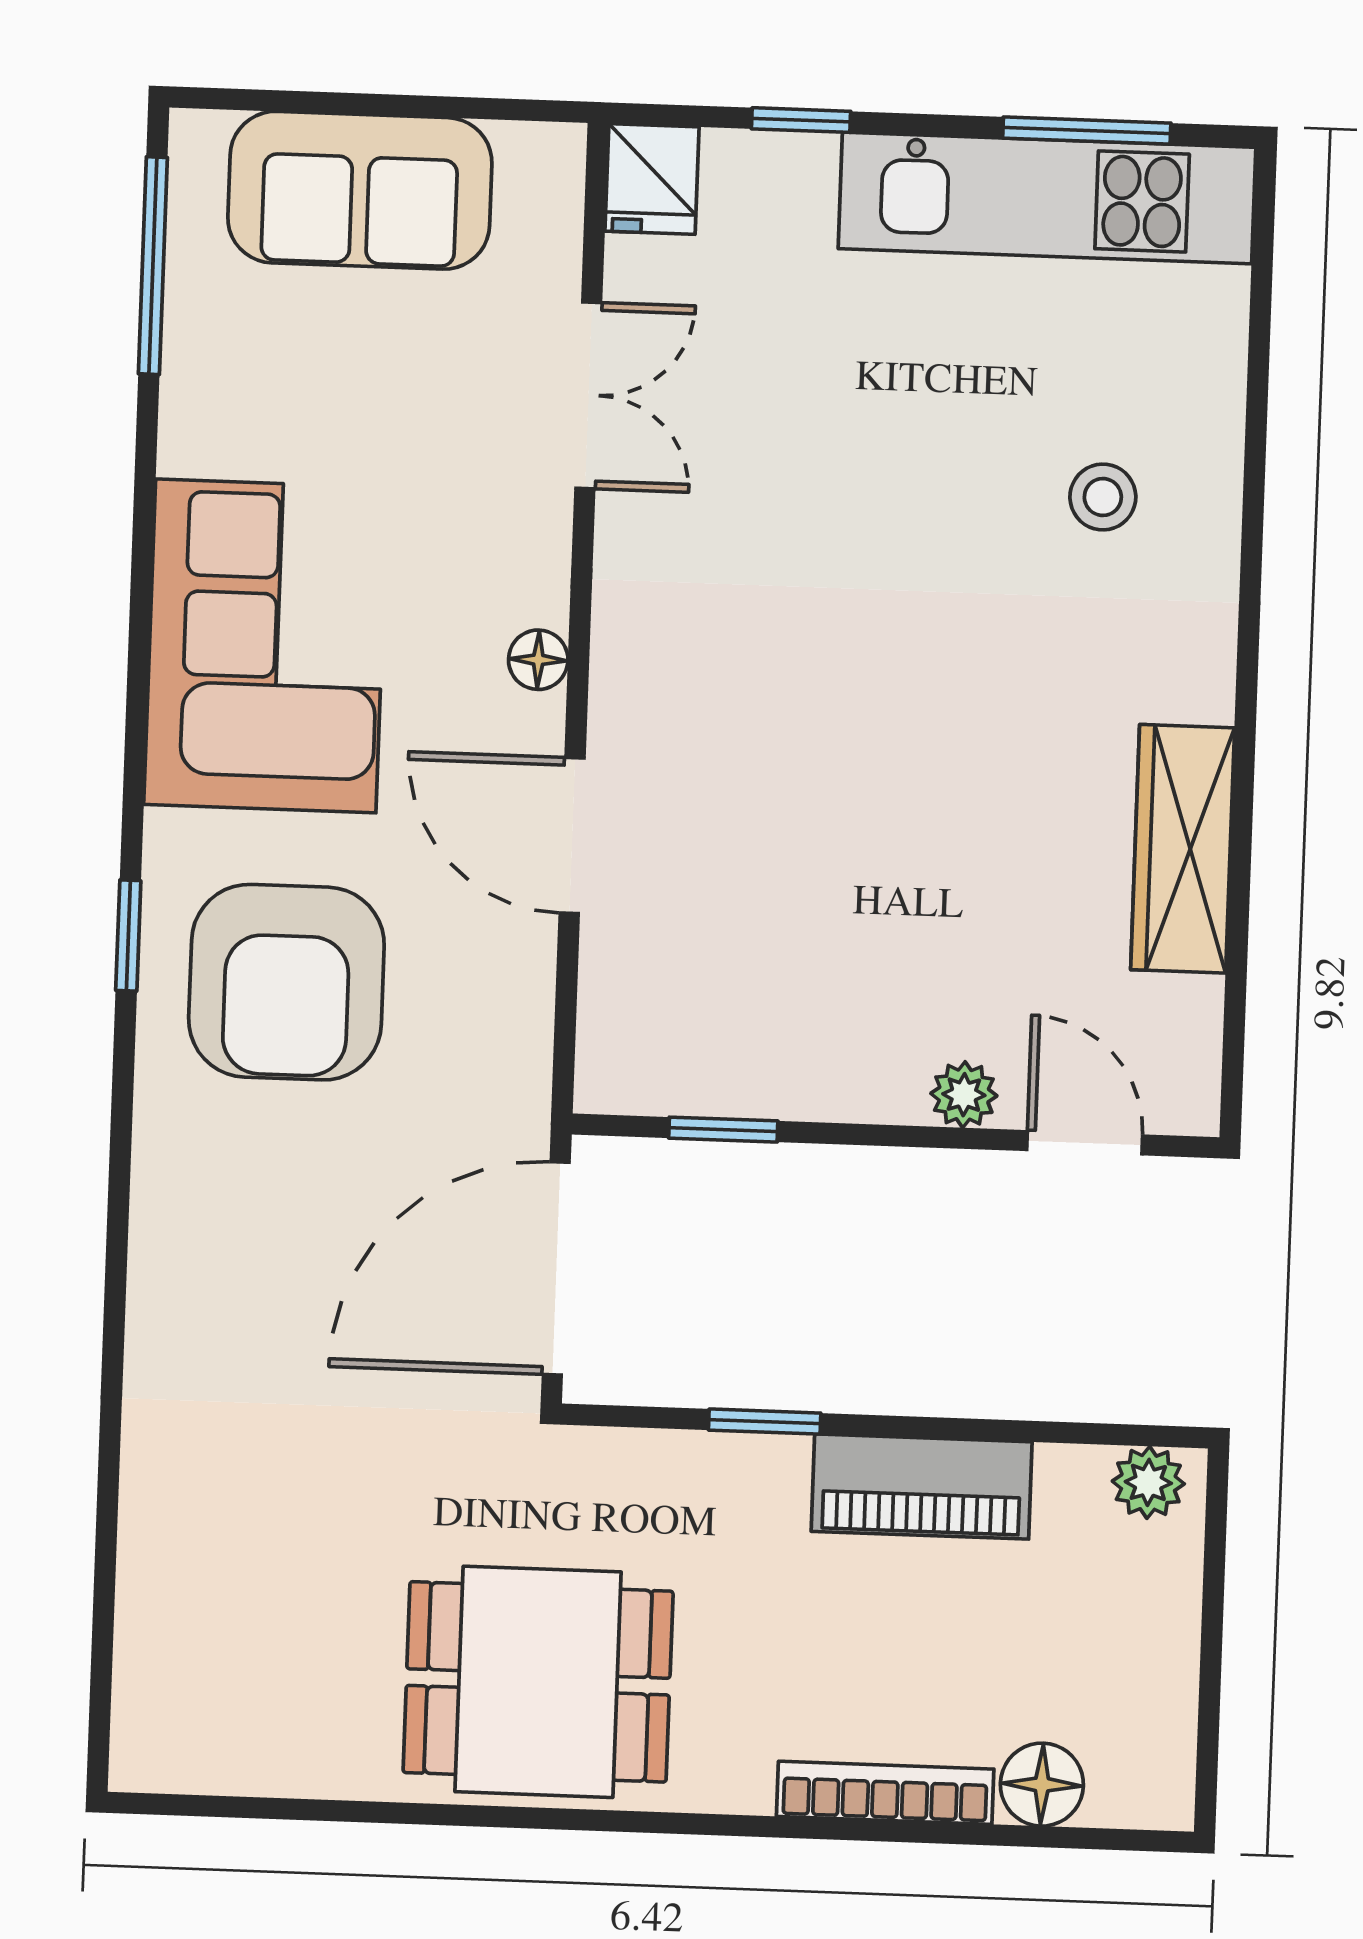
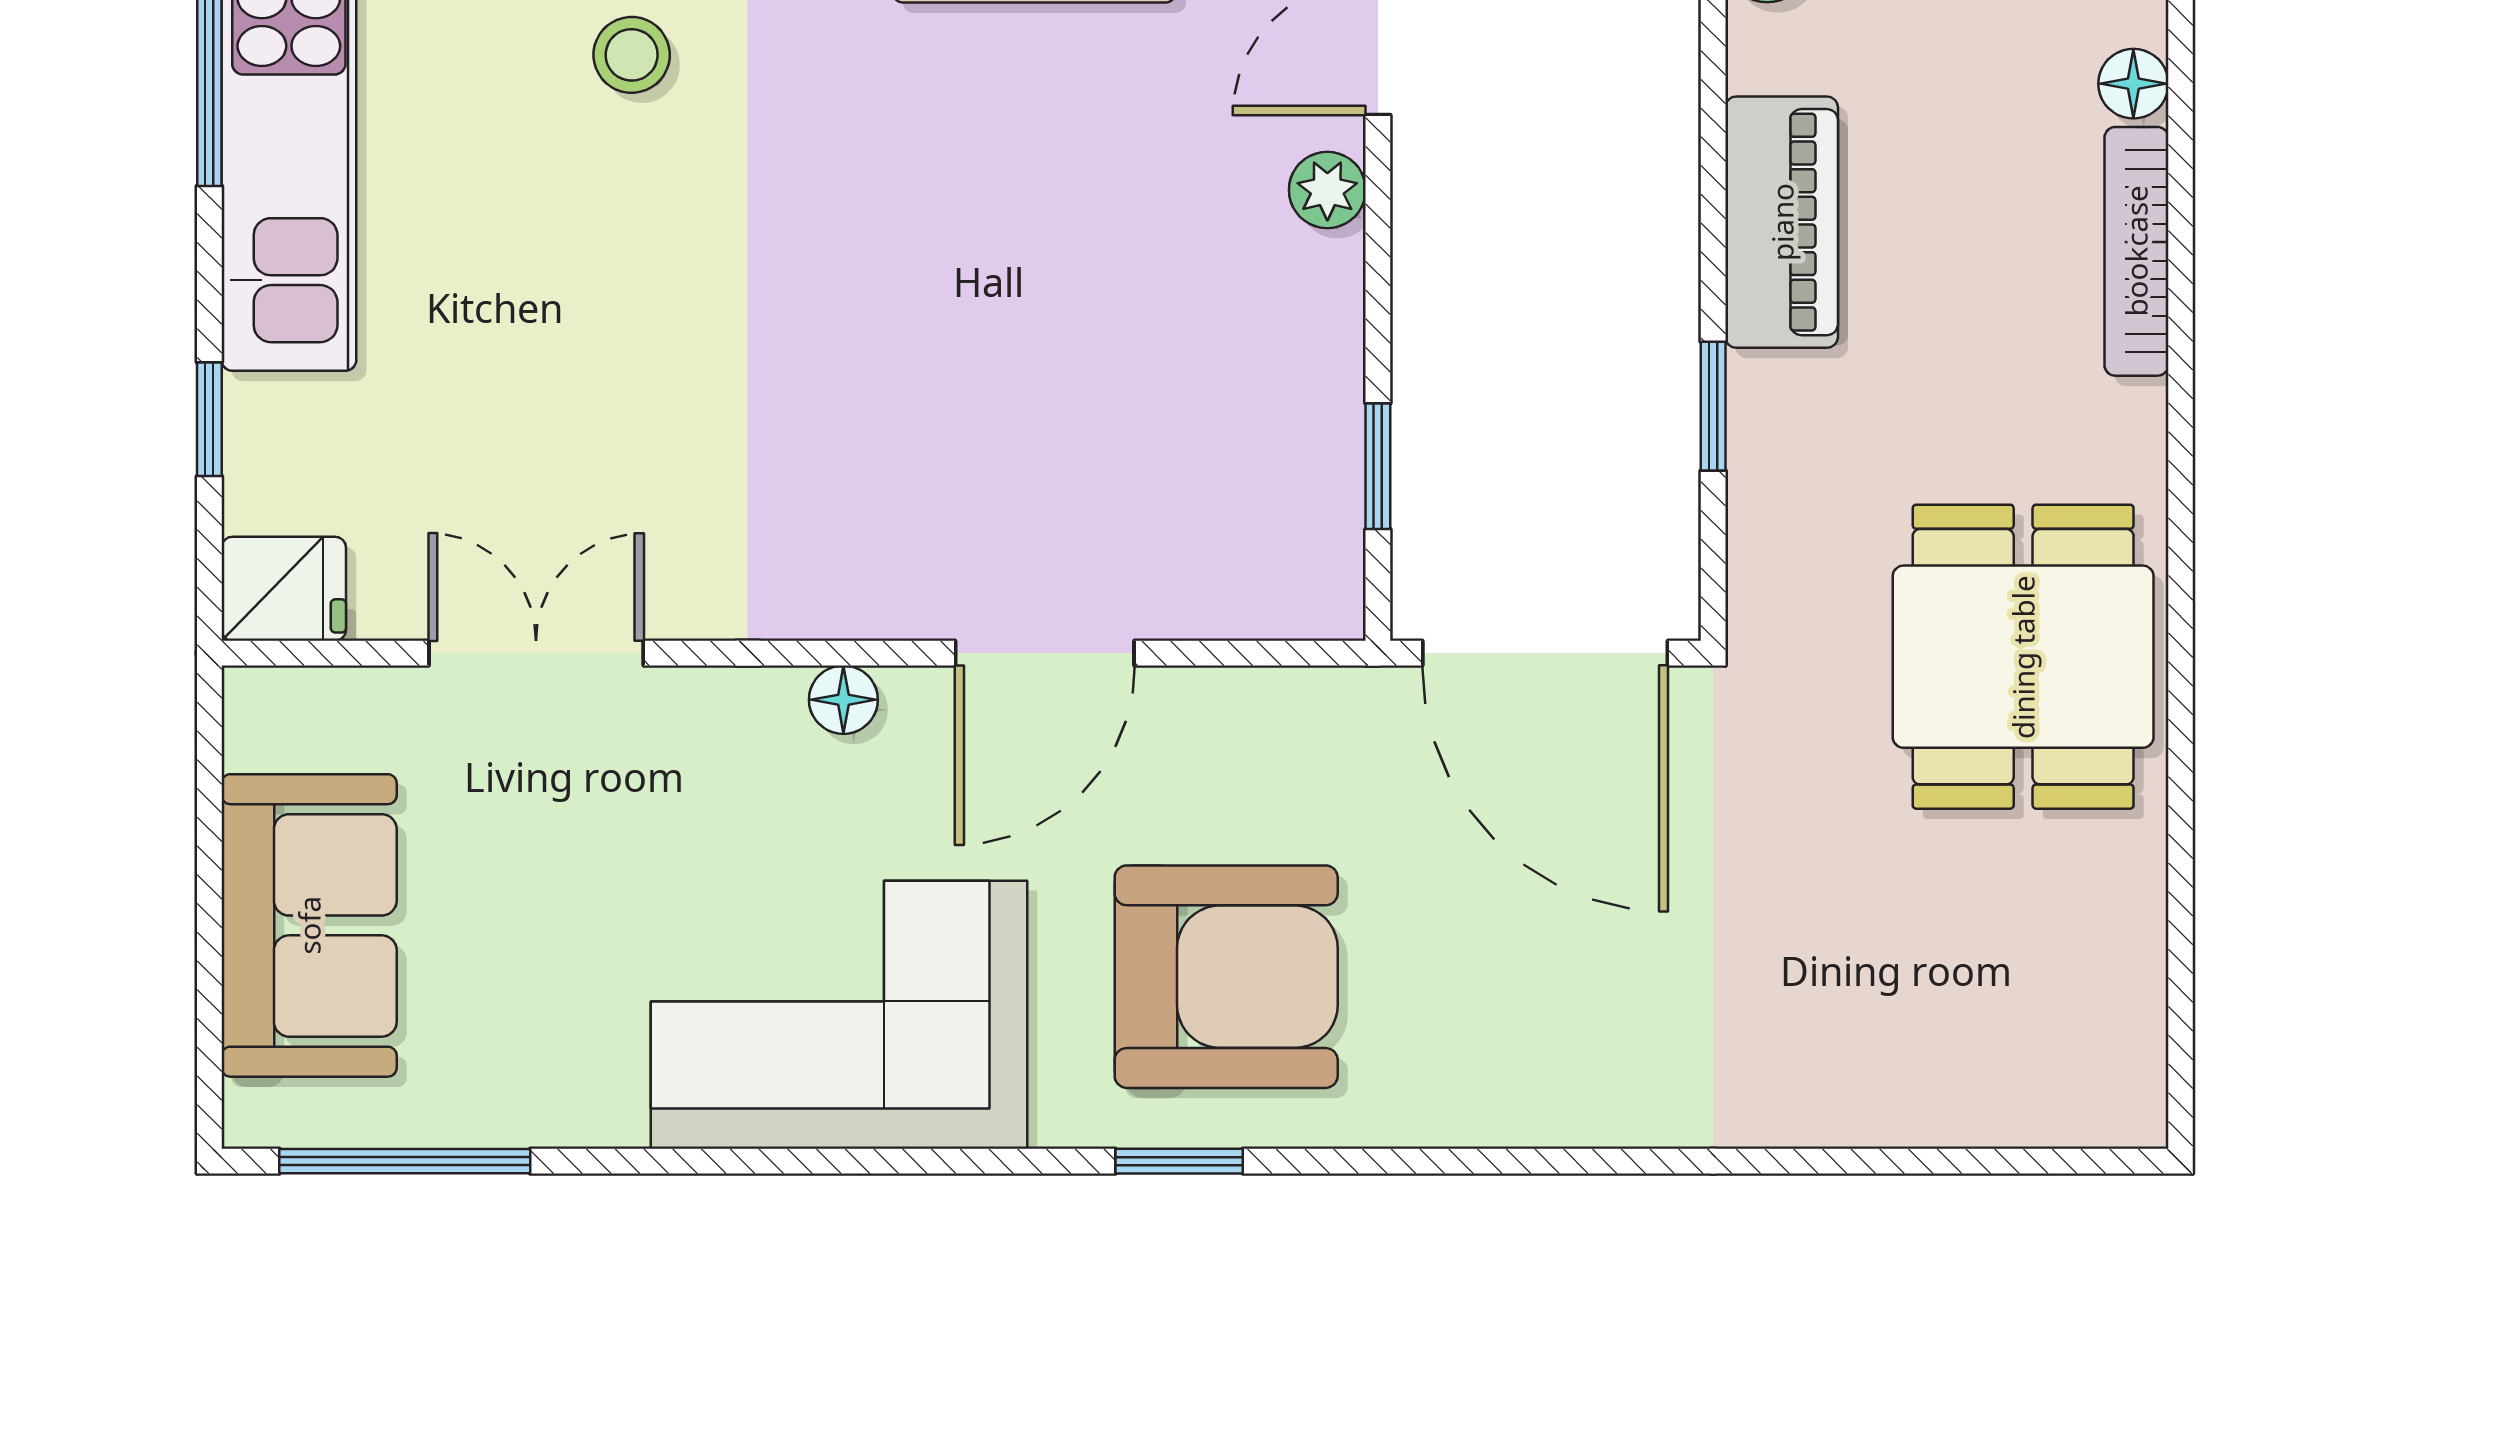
floor lamp: (1042, 1785) -> (2133, 84), width x0.73, depth x0.73

